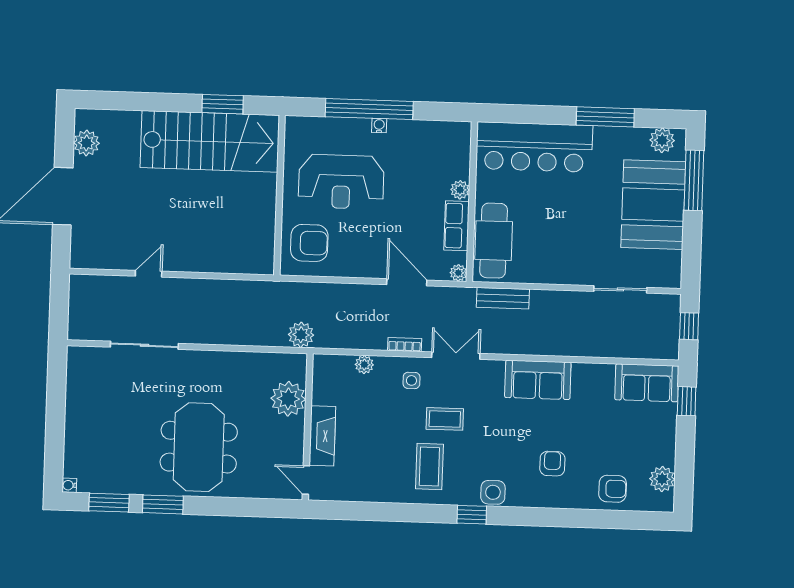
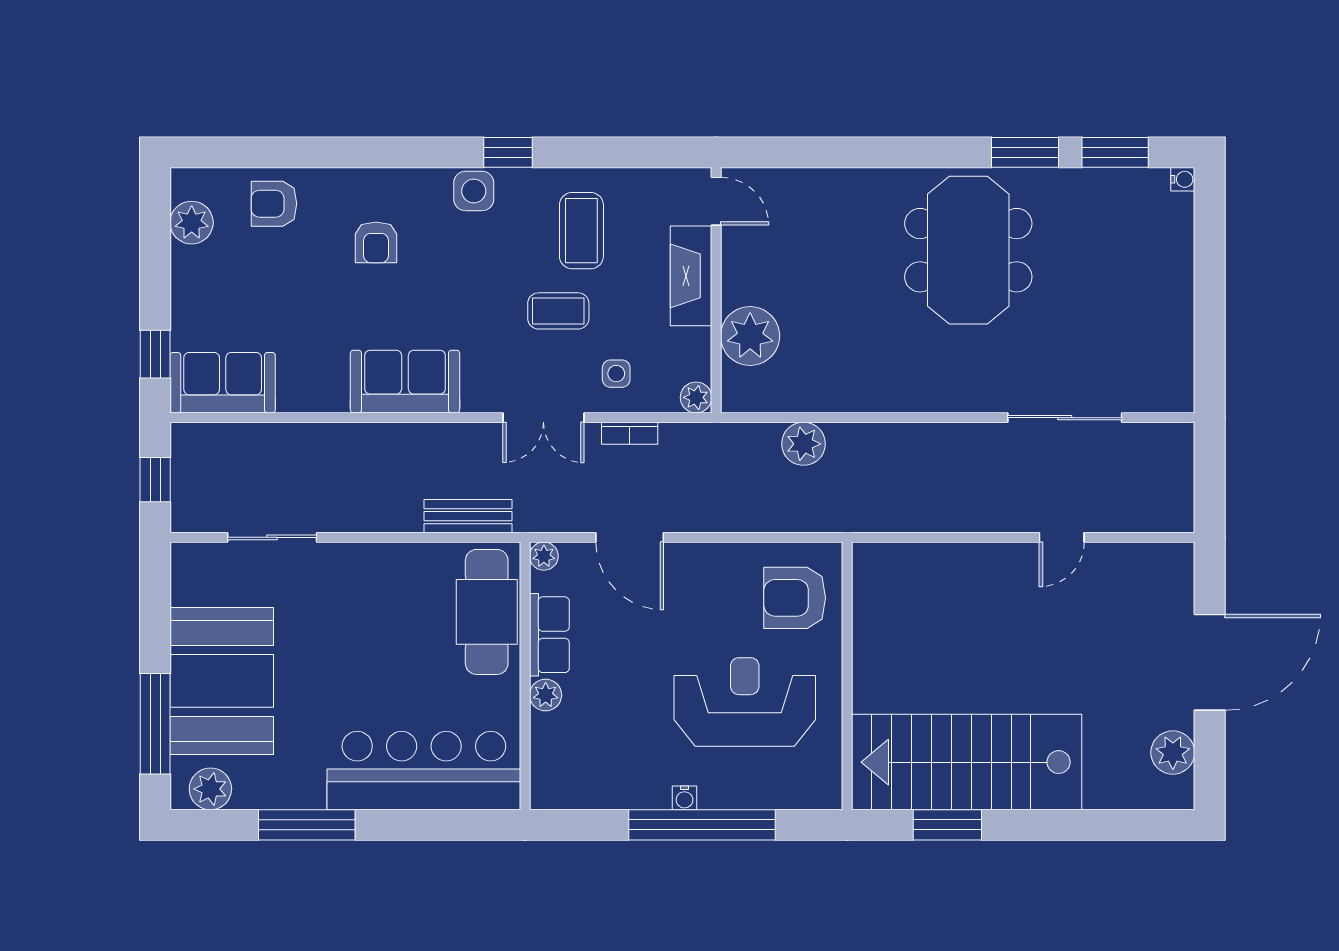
plant: (288, 399) -> (750, 336), moved
wall: (308, 427) -> (716, 290), moved
fireplace: (322, 436) -> (691, 276), moved
door: (306, 480) -> (716, 201), moved

